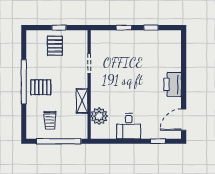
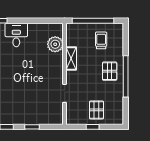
pallet: (41, 87) -> (110, 71), turned 90
desk: (129, 126) -> (16, 35), moved

